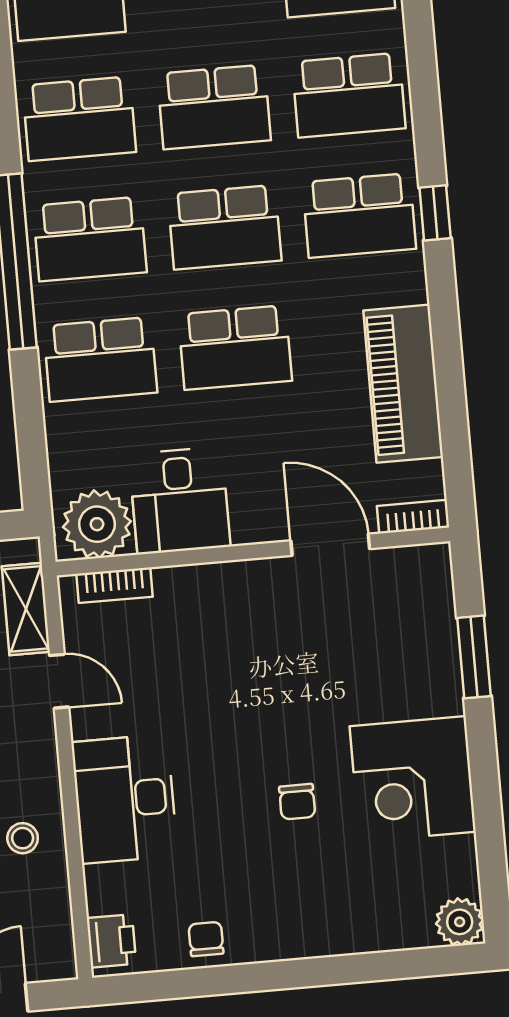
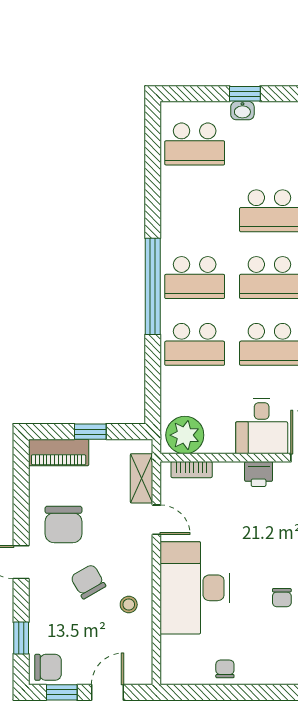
school desk: (79, 119) -> (195, 211), removed
desk: (180, 501) -> (262, 426), moved
desk: (125, 799) -> (195, 588), width x1.36, depth x1.30
printer: (111, 941) -> (259, 474), moved, turned 90

